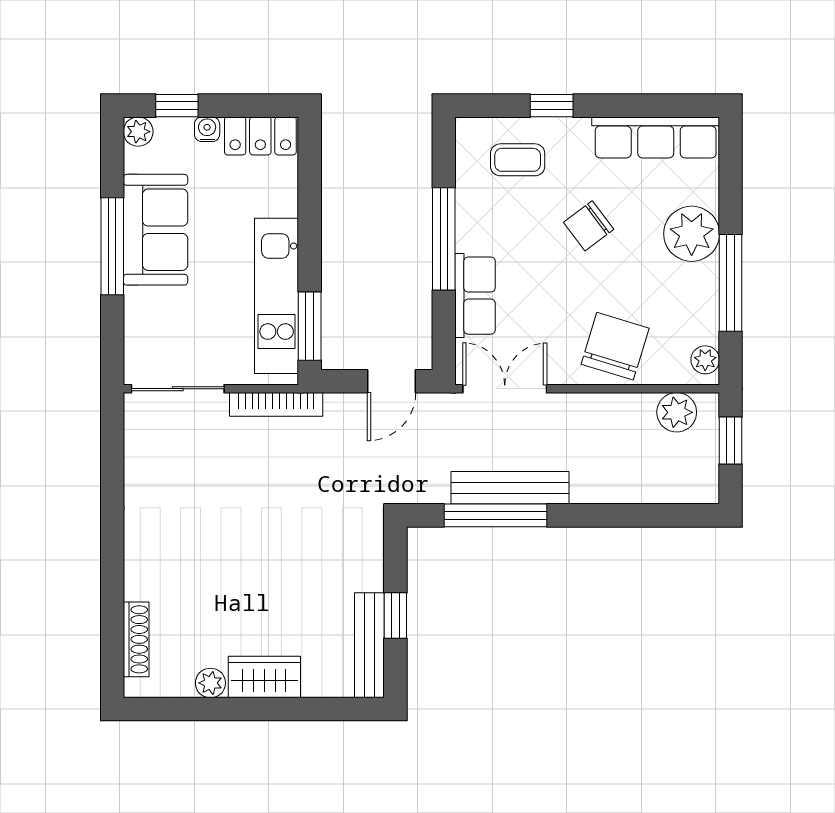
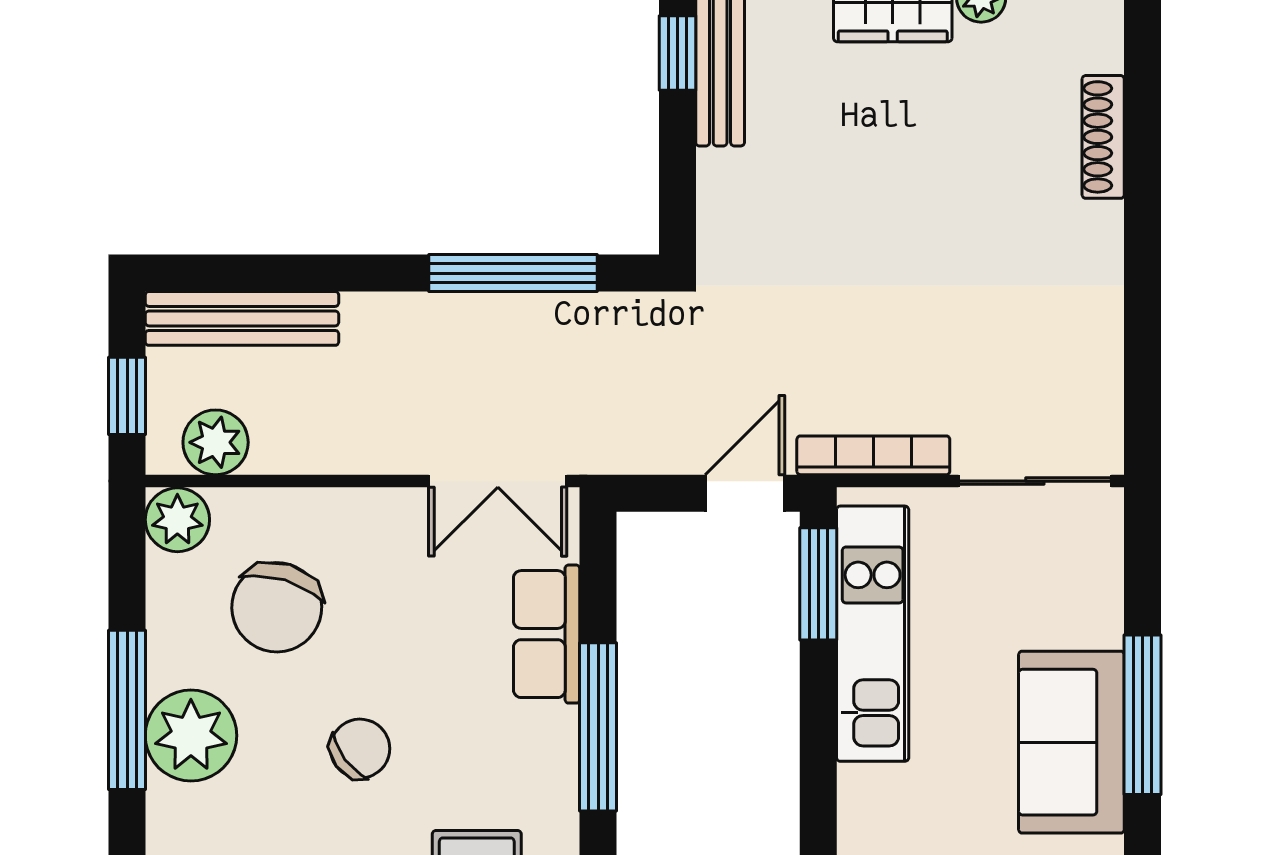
window: (731, 283) -> (127, 710), moved
chair: (615, 346) -> (277, 607), moved
plant: (705, 360) -> (177, 520), width x1.38, depth x1.38
door: (392, 381) -> (745, 493), moved
bench: (510, 488) -> (242, 318), moved
window: (395, 616) -> (678, 53), moved
shoe rack: (136, 639) -> (1103, 137), moved

